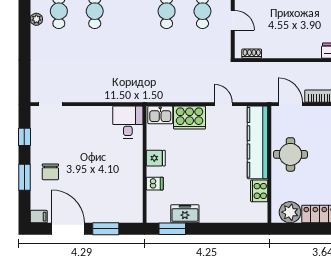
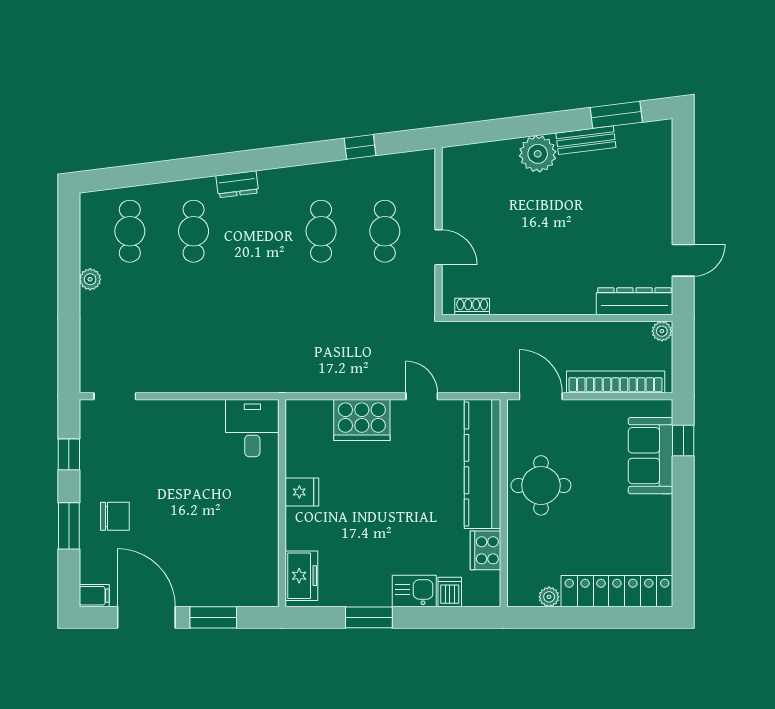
plant: (36, 19) -> (90, 279), moved
kitchen sink: (160, 115) -> (414, 591), moved, turned 180
chair: (50, 172) -> (115, 516), turned -90
dishwasher: (155, 184) -> (450, 592), moved, turned -90
plant: (290, 212) -> (549, 597), width x0.53, depth x0.53
freezer: (185, 214) -> (301, 576), moved, turned 90
window: (172, 229) -> (369, 617), moved

